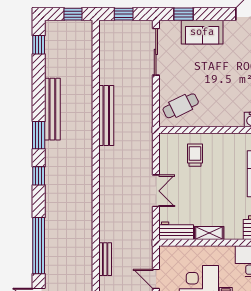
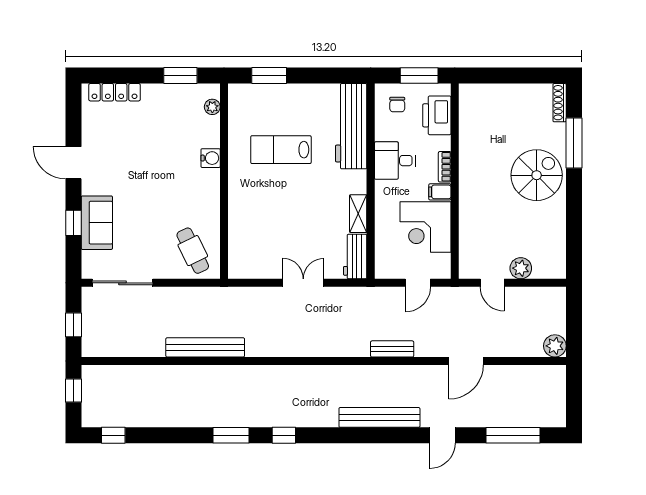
window: (183, 14) -> (73, 223), moved
bench: (52, 109) -> (379, 417), moved
trolley: (195, 155) -> (257, 232), removed
window: (39, 246) -> (375, 435), removed

